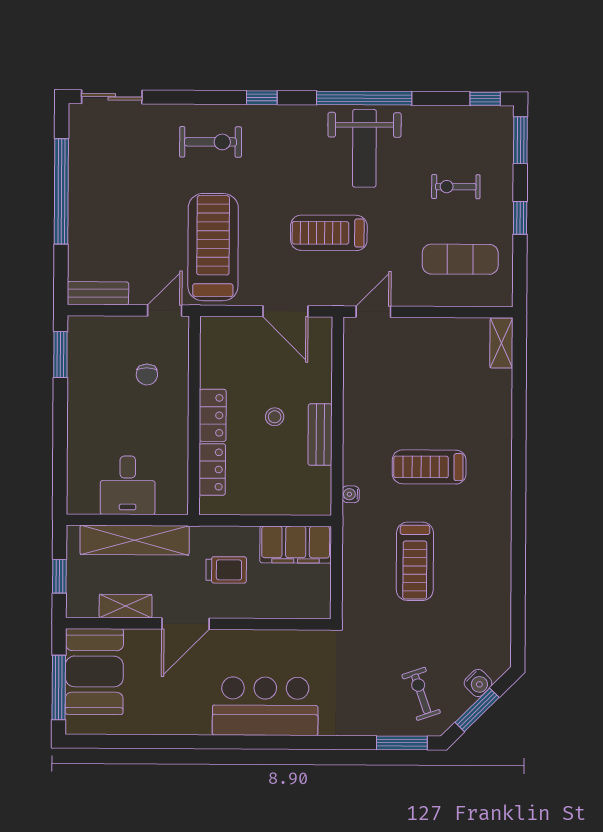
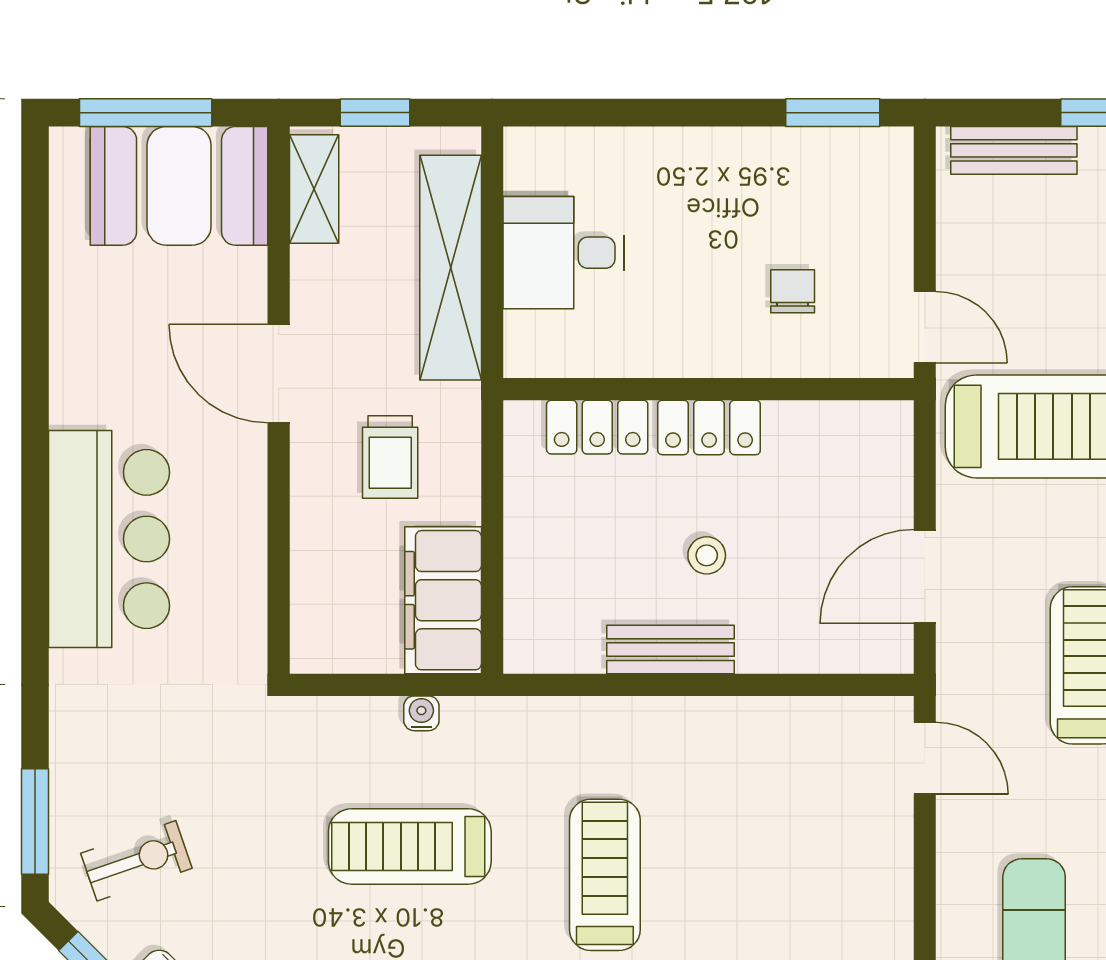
bench: (98, 293) -> (1014, 150), moved, turned 90
chair: (147, 374) -> (793, 291), turned 90
water cooler: (351, 494) -> (421, 713), moved
shelving: (126, 606) -> (314, 189), moved

